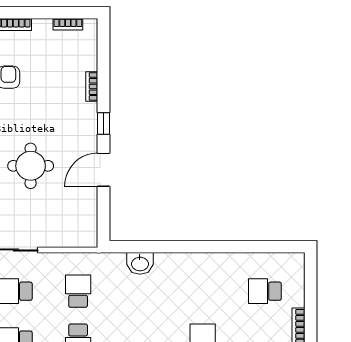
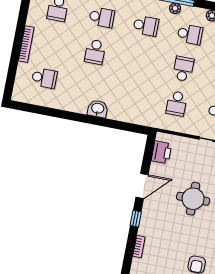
printer: (86, 221) -> (161, 152), added
washbasin: (140, 263) -> (98, 109), moved

